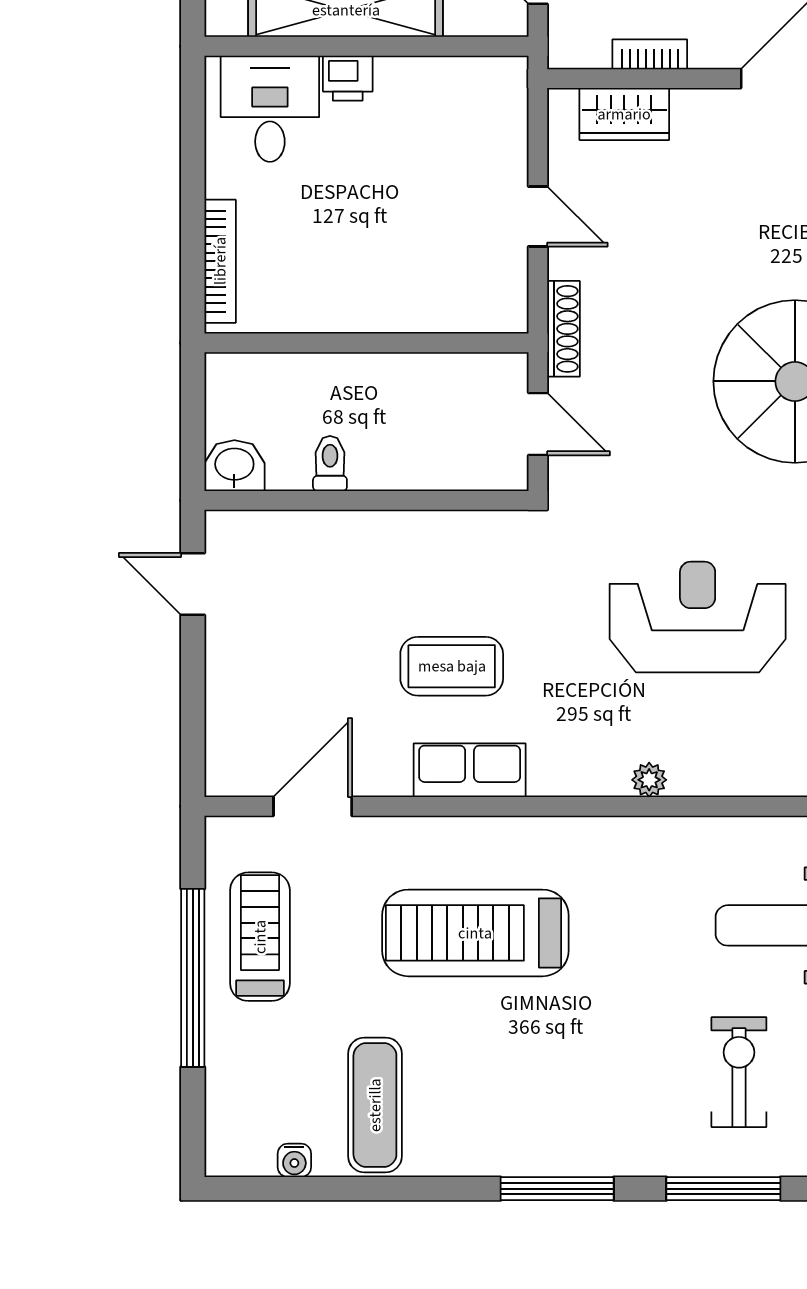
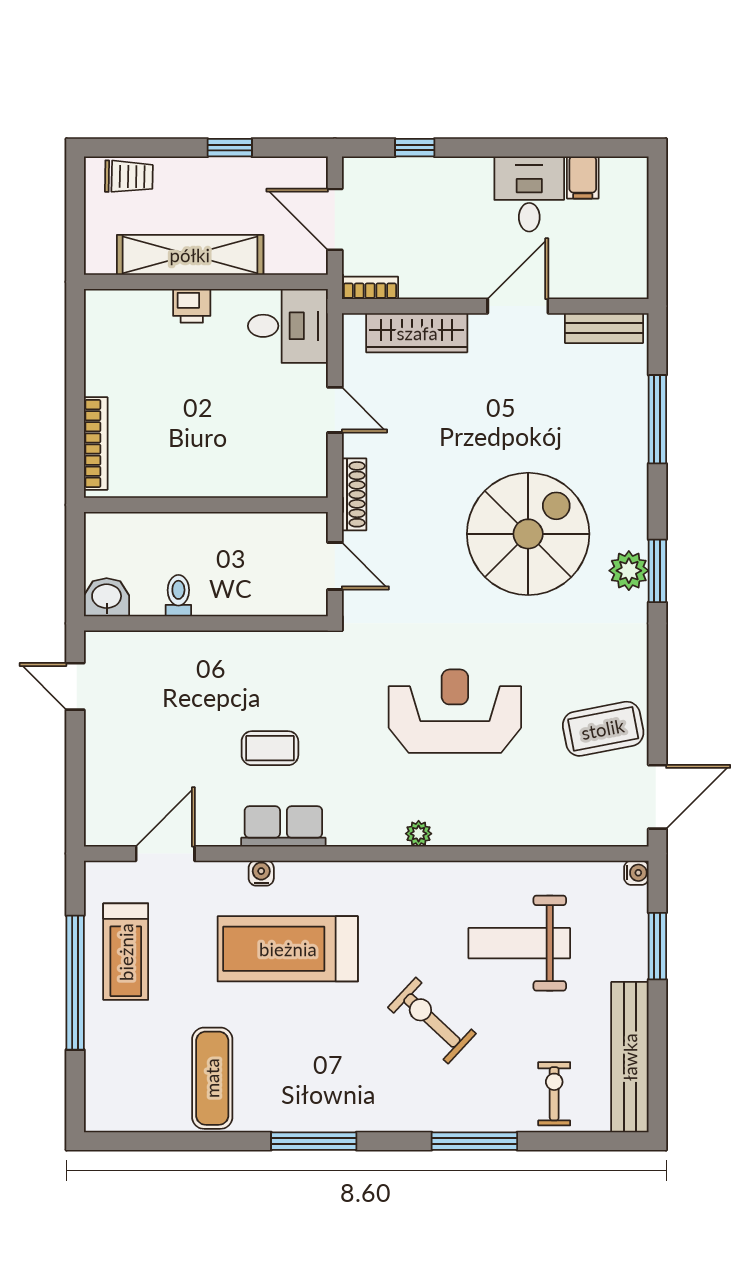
bookcase: (650, 54) -> (370, 288), moved
desk: (270, 109) -> (288, 326), moved, turned 90
wardrobe: (624, 114) -> (417, 333), width x1.50
coffee table: (452, 666) -> (270, 748), width x0.73, depth x0.77
treadmill: (260, 937) -> (126, 952), turned 180
exercise bike: (739, 1072) -> (432, 1021), moved, turned -47
water cooler: (294, 1160) -> (261, 873), moved, turned 180
window: (557, 1189) -> (314, 1141), moved

